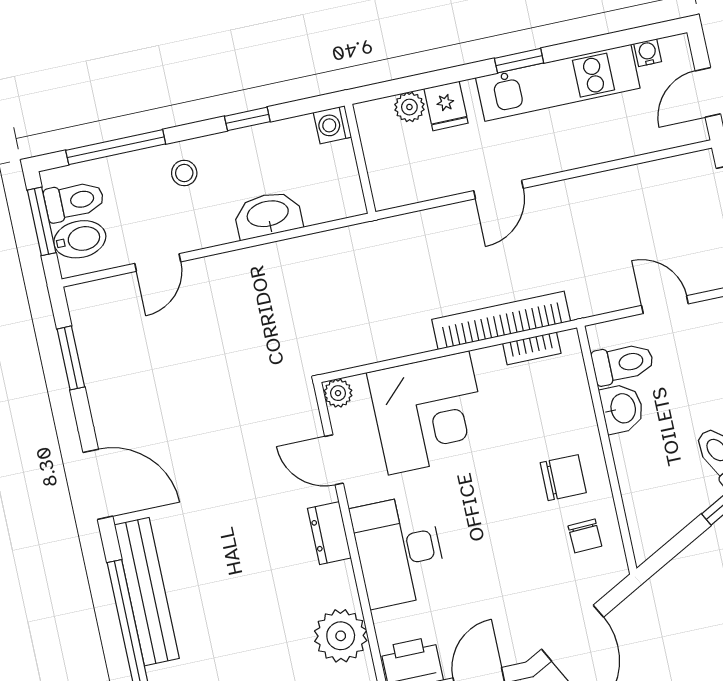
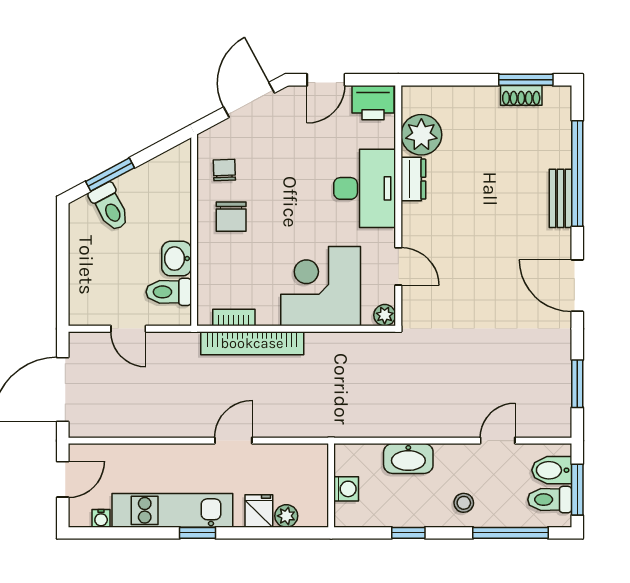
washing machine: (332, 125) -> (346, 489), moved
chair: (563, 478) -> (231, 217), turned -90
dresser: (329, 533) -> (413, 179), moved
bench: (147, 592) -> (560, 198), width x0.54, depth x0.82

